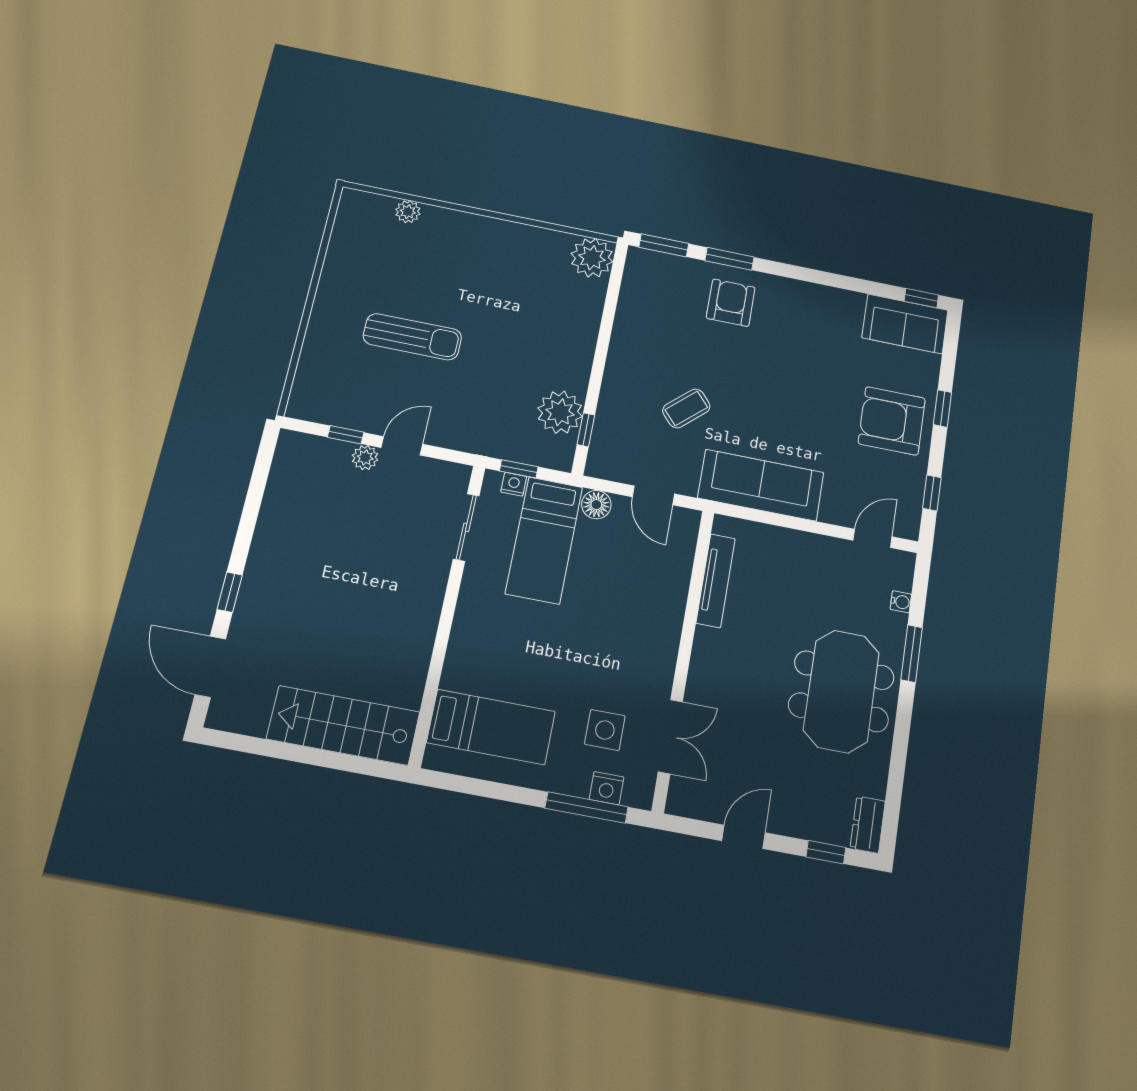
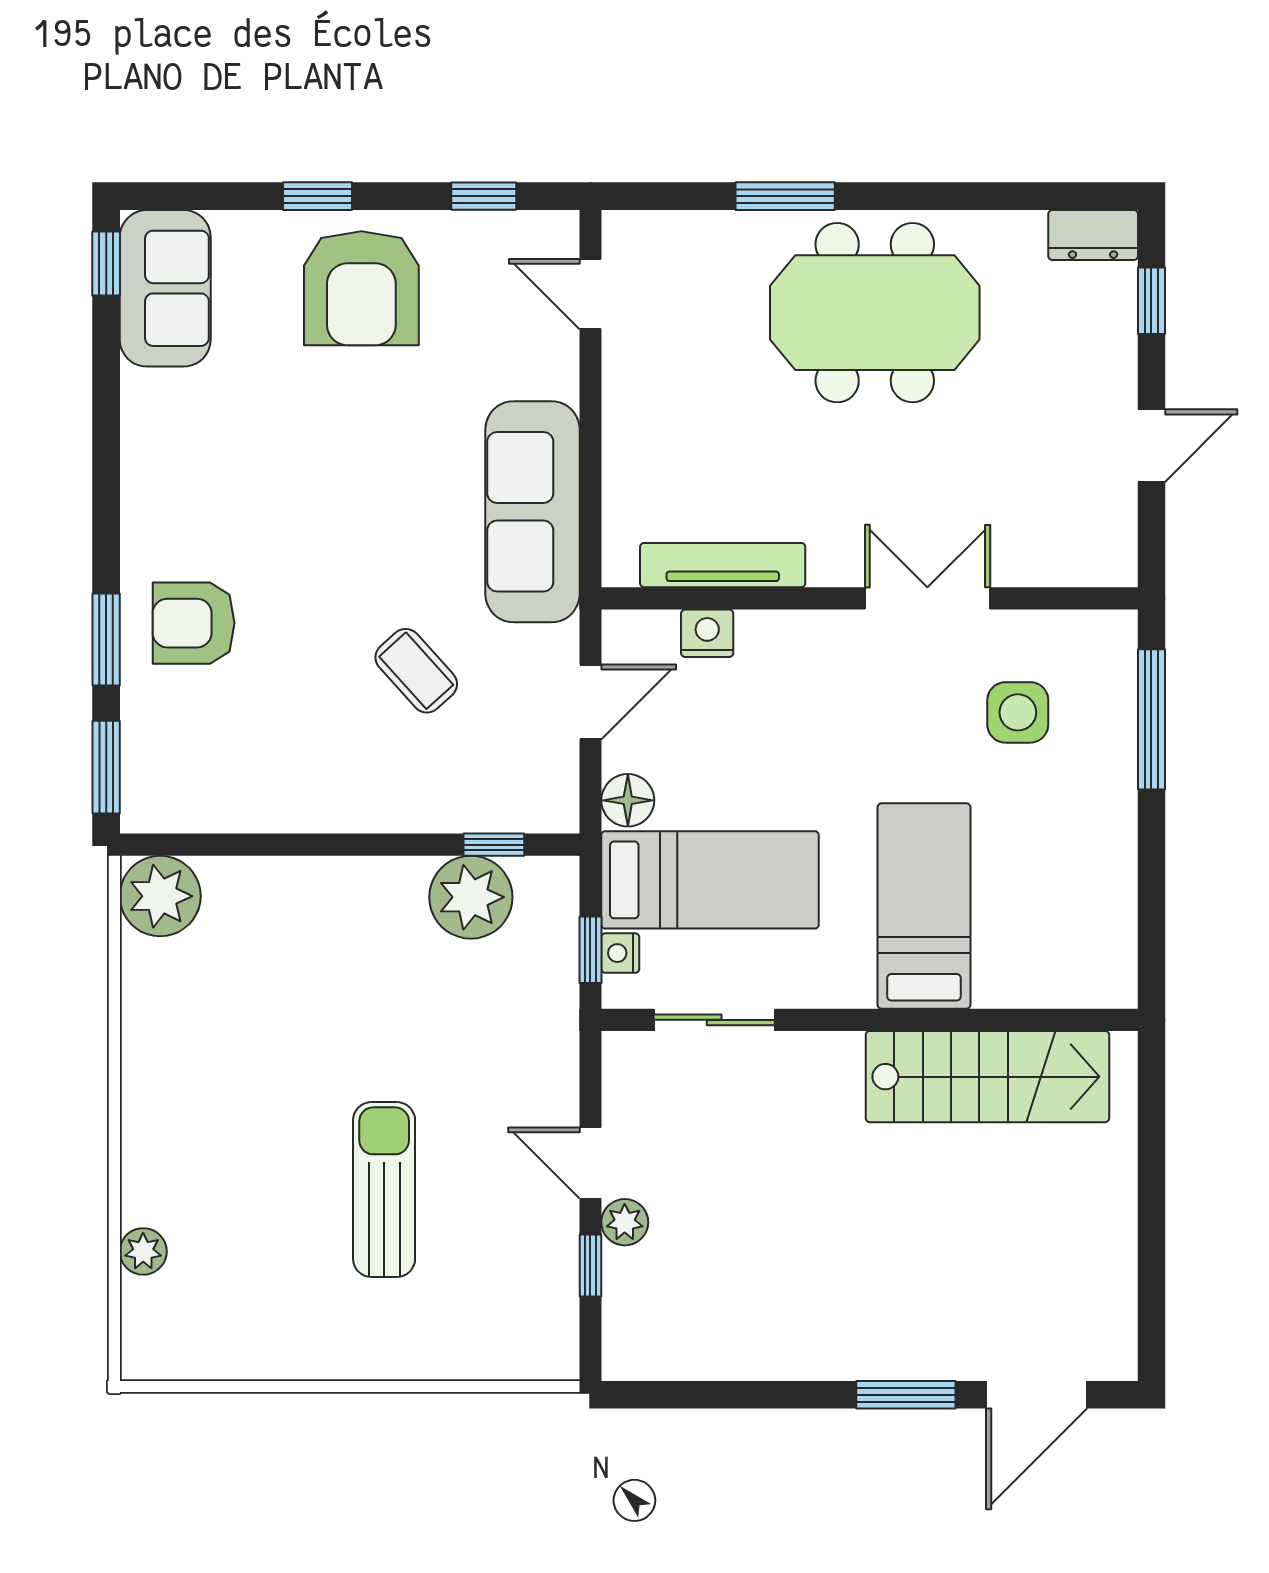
window: (230, 592) -> (906, 1395), width x1.50
water cooler: (901, 602) -> (696, 227), removed
stairs: (343, 725) -> (987, 1077), moved, turned -90
bed: (491, 727) -> (924, 906), moved
double door: (670, 737) -> (927, 598), moved
nightstand: (607, 788) -> (707, 633), moved, turned -90
door: (744, 837) -> (1151, 446), swing flipped

